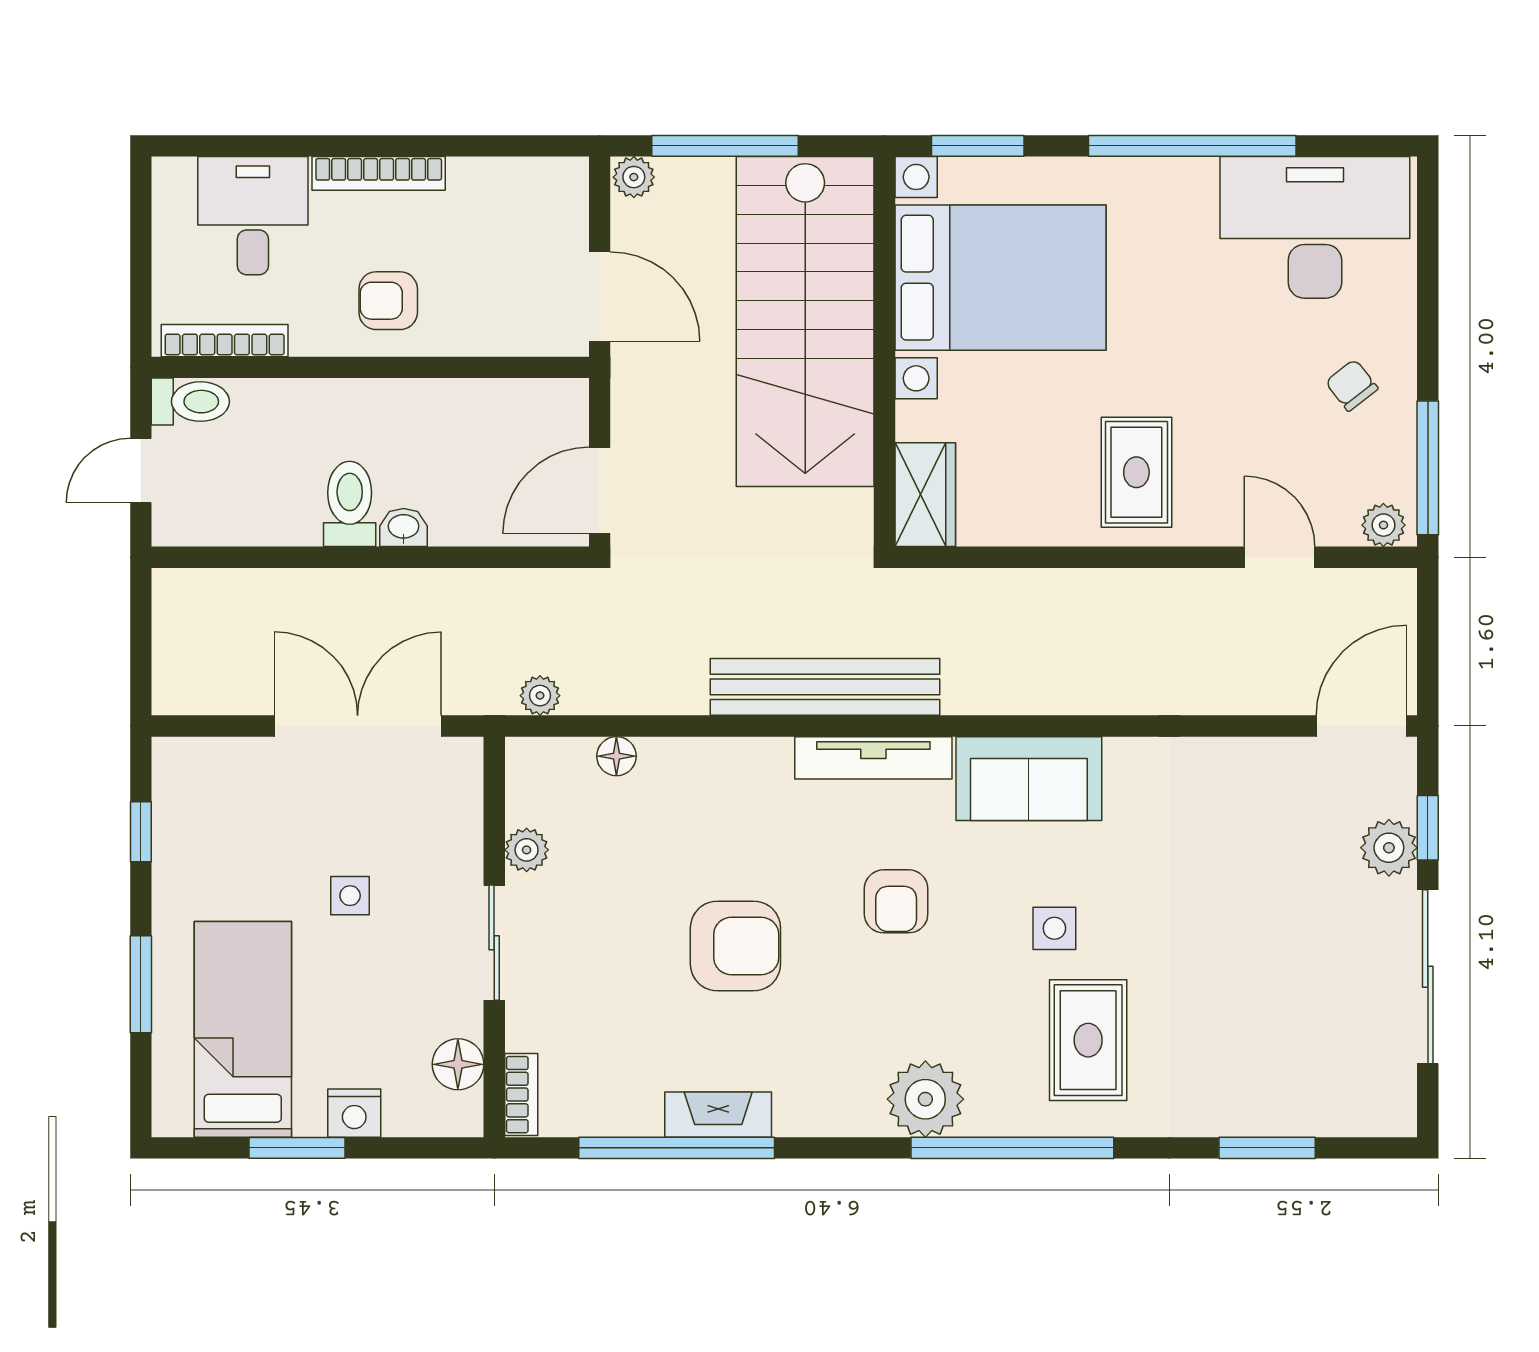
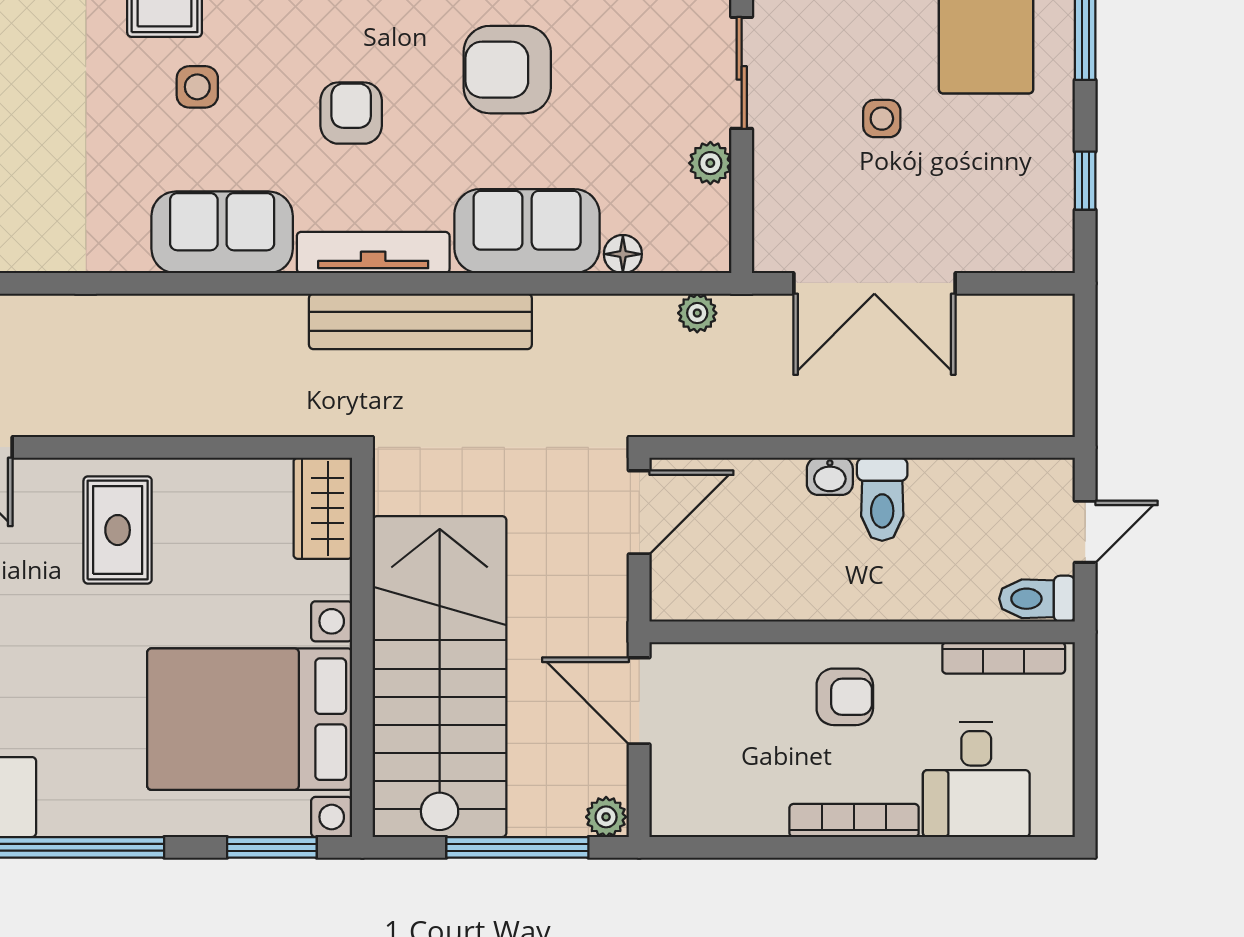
sofa: (715, 780) -> (527, 231), added

